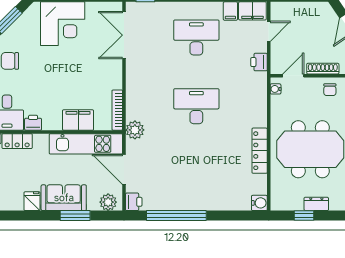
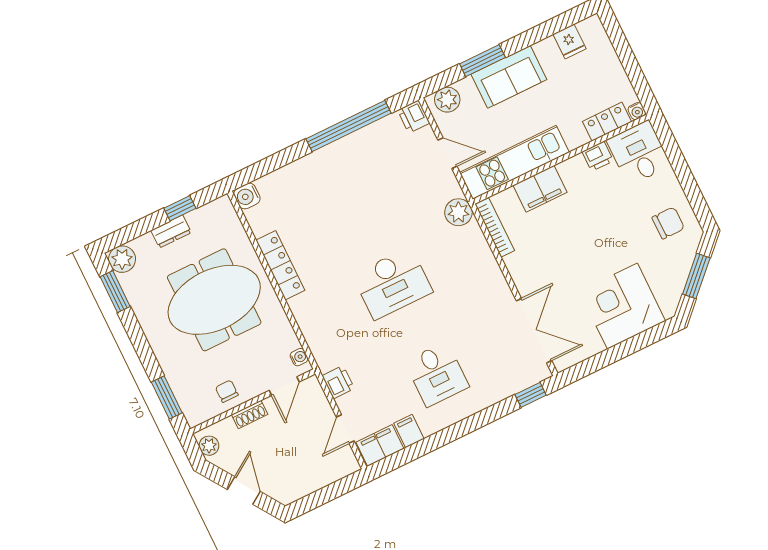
desk: (196, 37) -> (437, 374), width x0.73
shoe rack: (323, 69) -> (250, 414), width x0.70
door: (124, 169) -> (447, 153), width x0.73
fridge: (32, 201) -> (570, 42), moved

